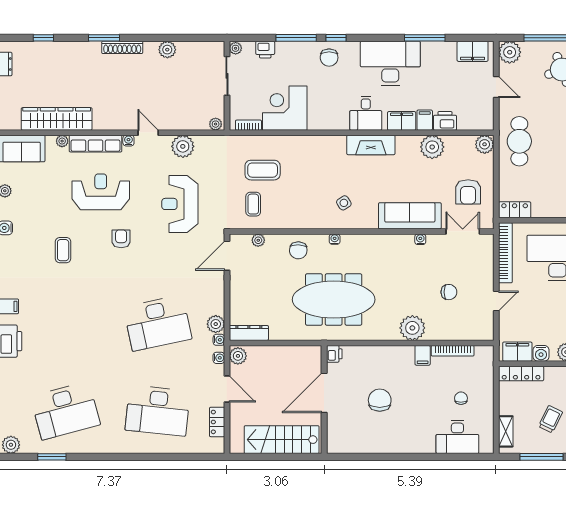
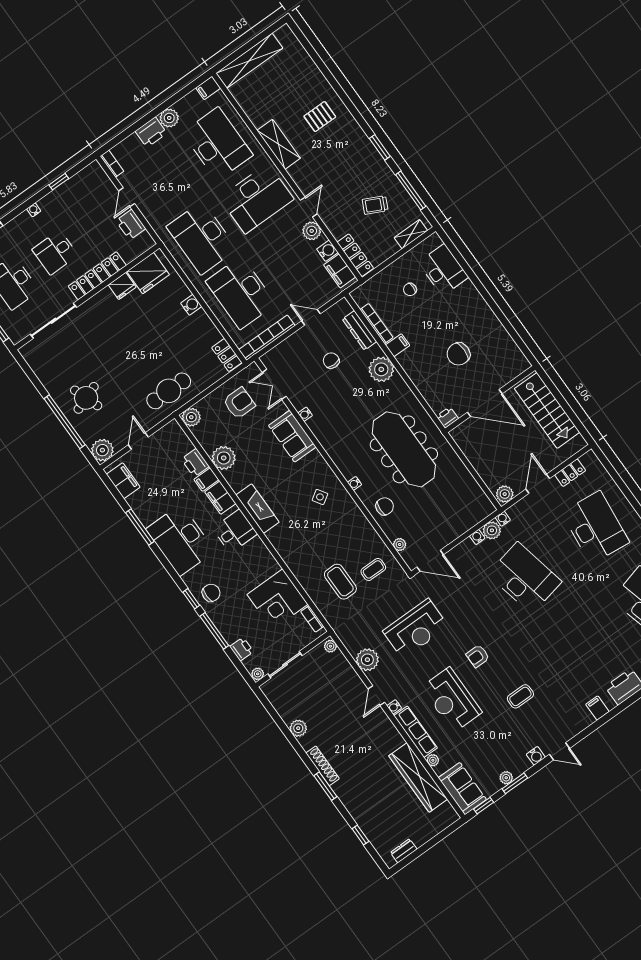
sofa: (410, 216) -> (292, 436), width x0.73
dresser: (249, 333) -> (359, 330), moved
water cooler: (219, 358) -> (477, 537), moved

